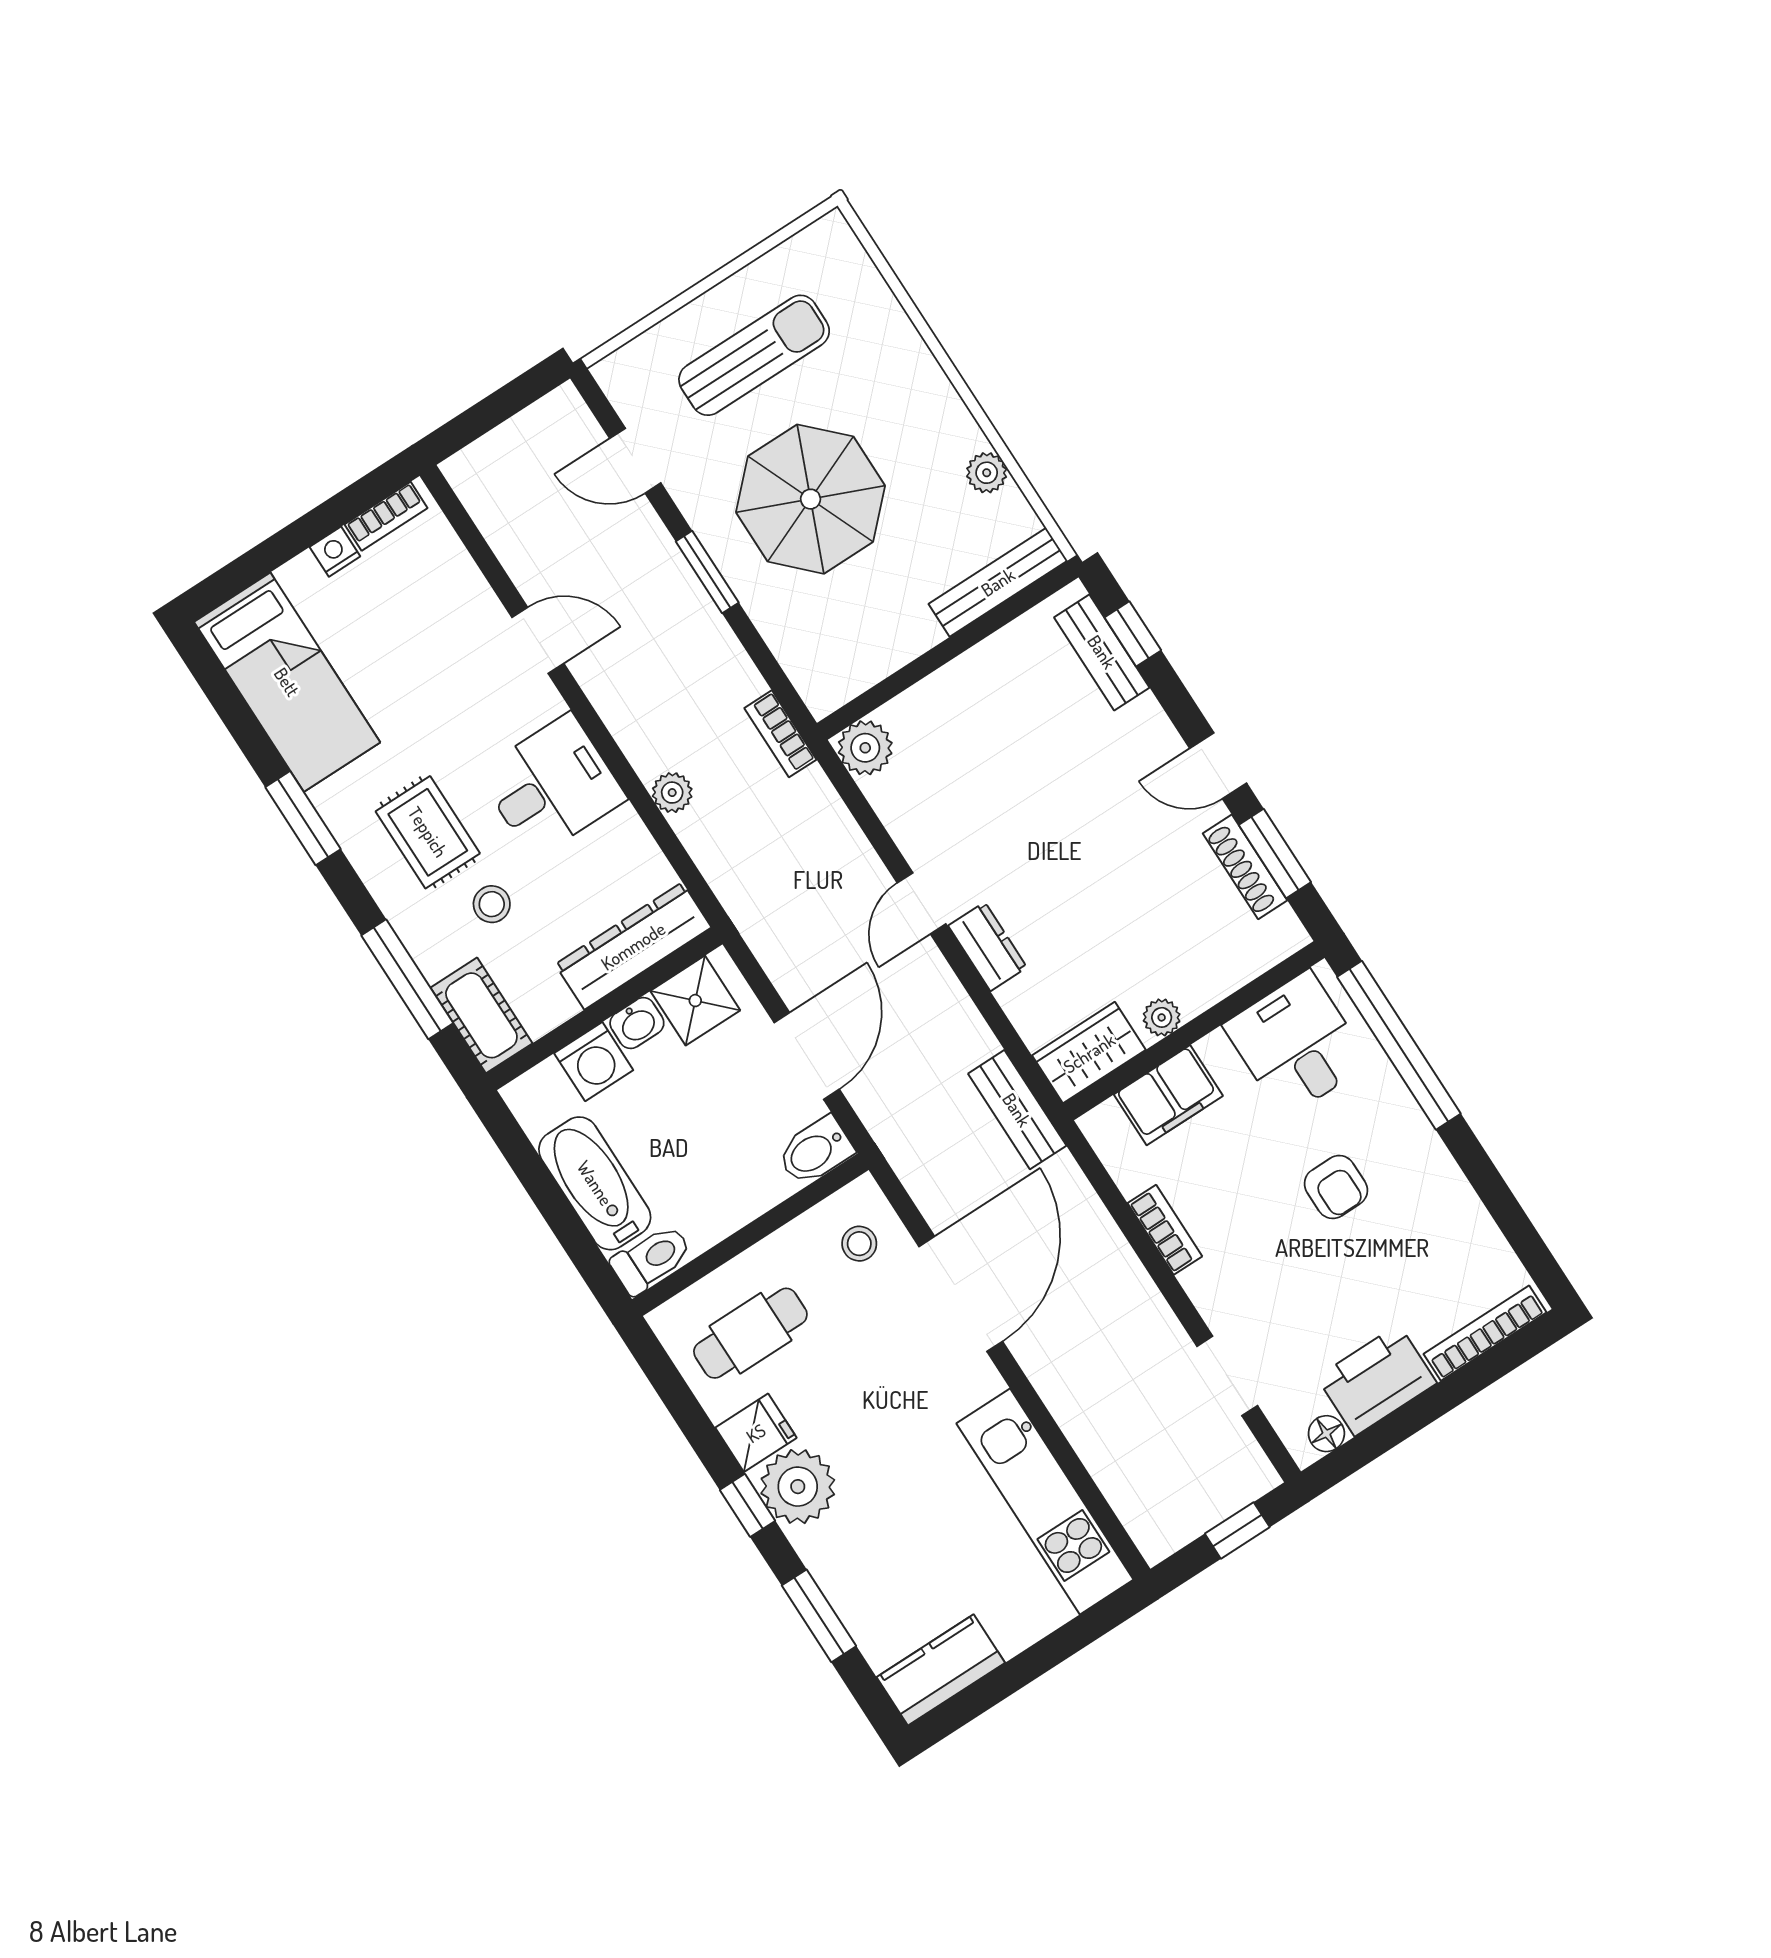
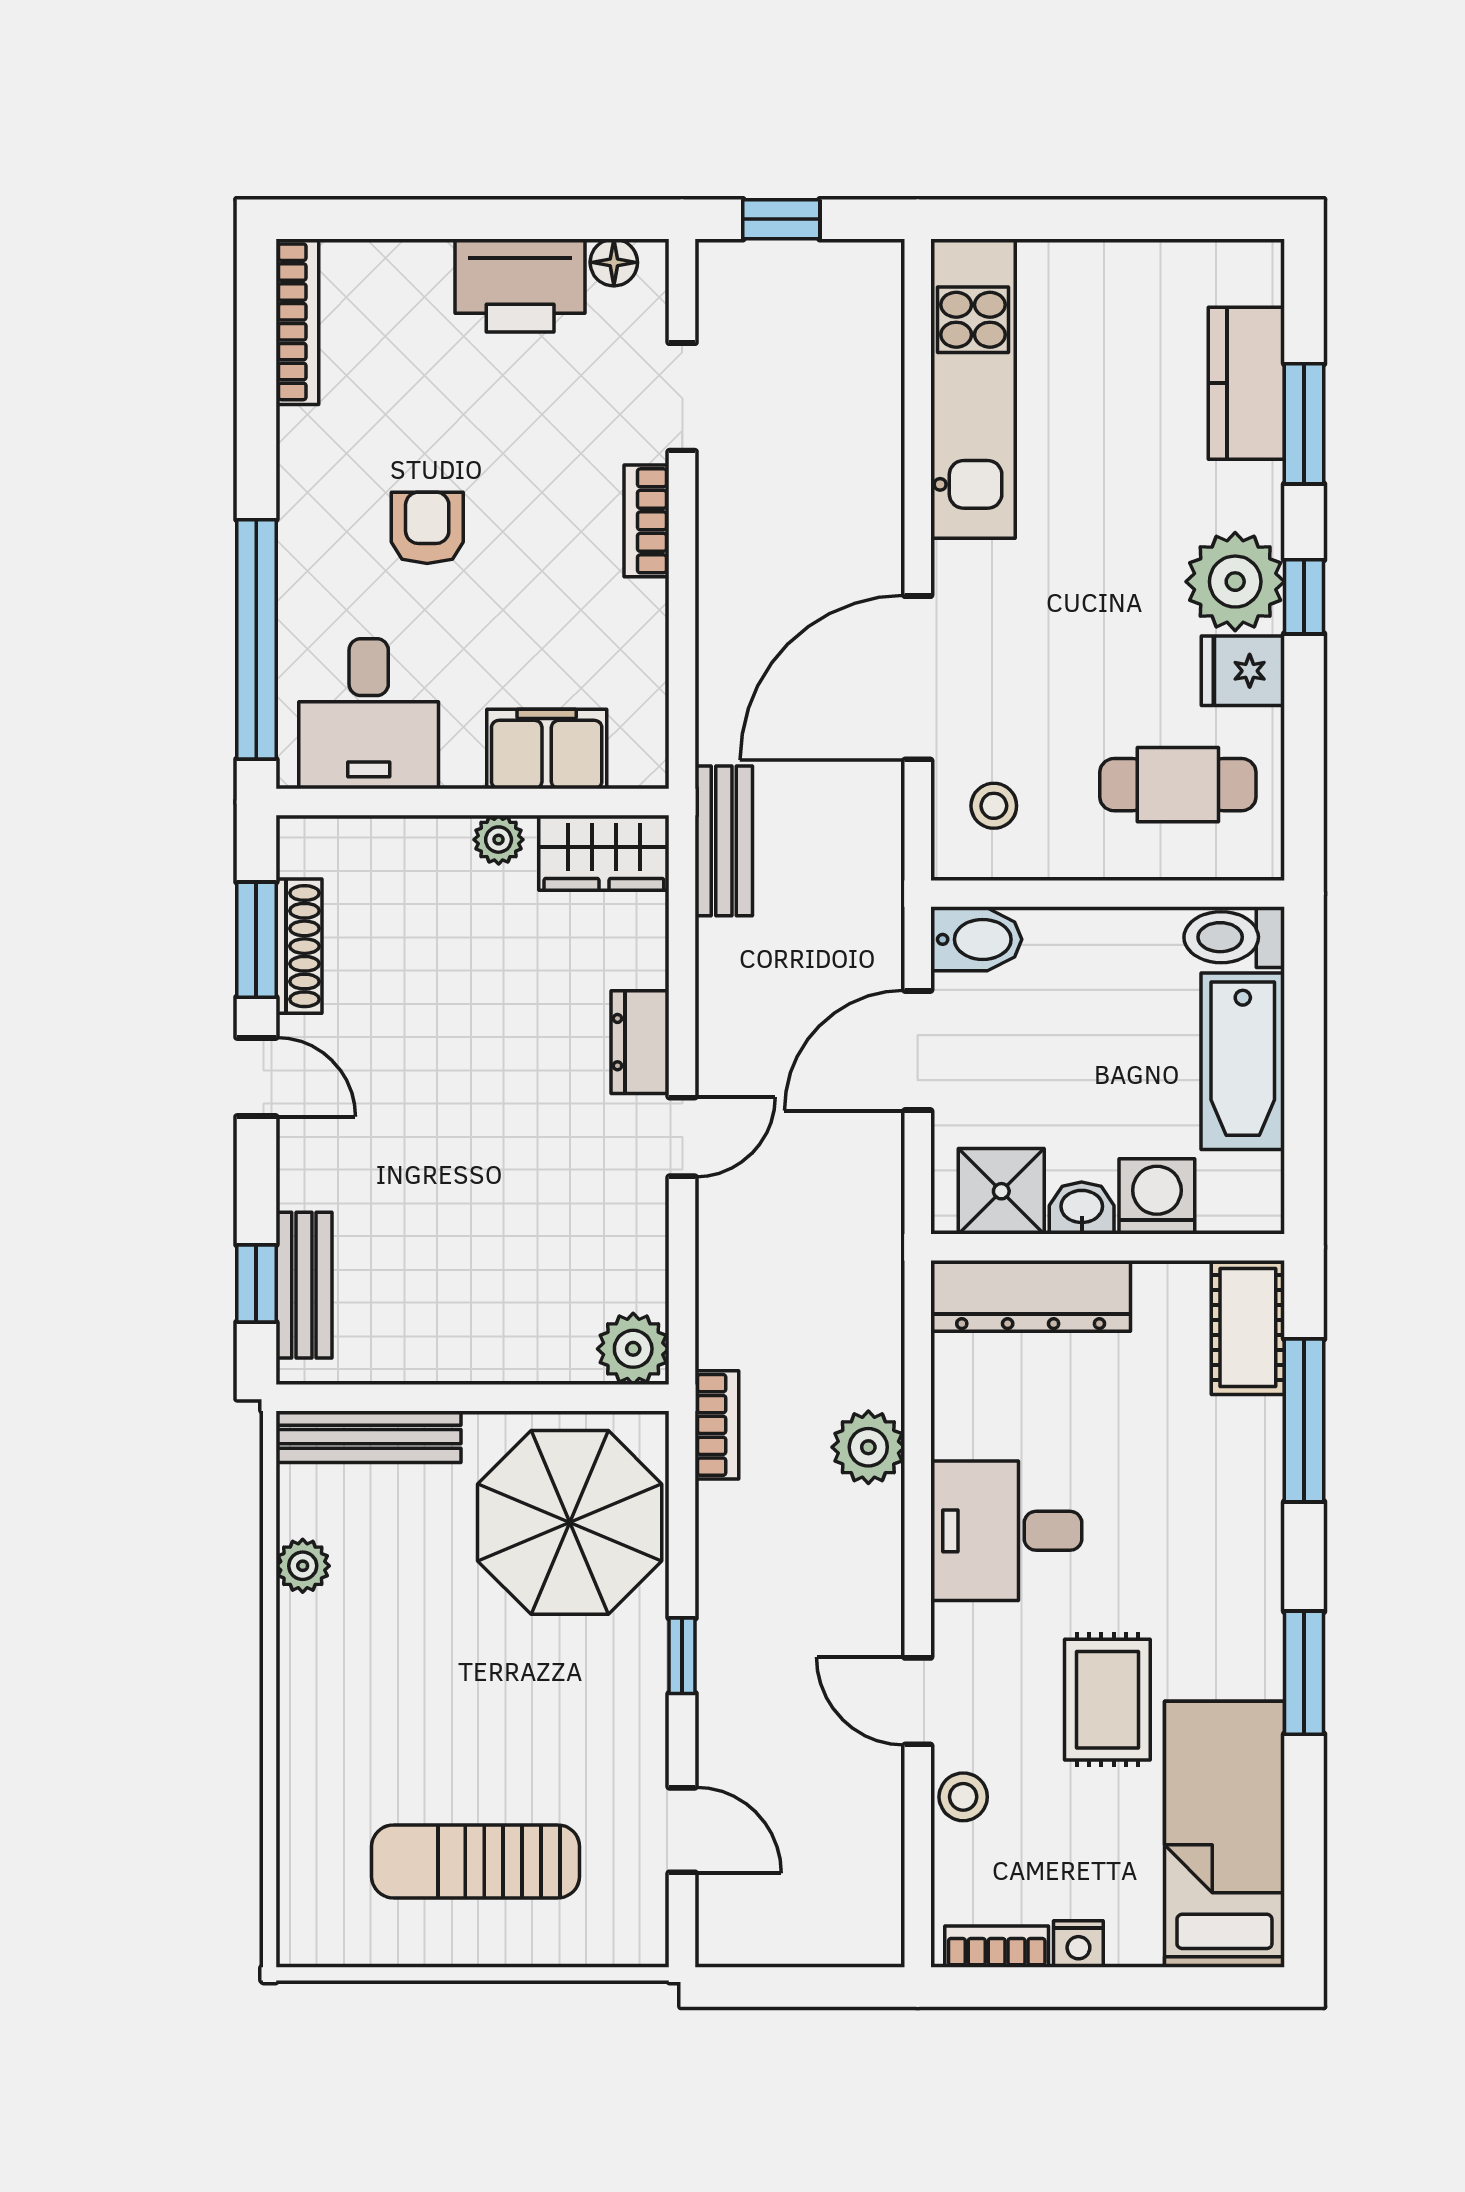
parasol: (811, 499) -> (570, 1522), moved
window: (707, 572) -> (682, 1656), width x0.67
plant: (672, 793) -> (868, 1447), width x1.38, depth x1.38
rug: (428, 832) -> (1107, 1700), moved
stool: (492, 904) -> (963, 1797), moved
bookcase: (1165, 1230) -> (647, 521), moved
bookcase: (1485, 1333) -> (297, 322), moved, turned -90
kitchen counter: (941, 1670) -> (1246, 383), moved, turned 90

